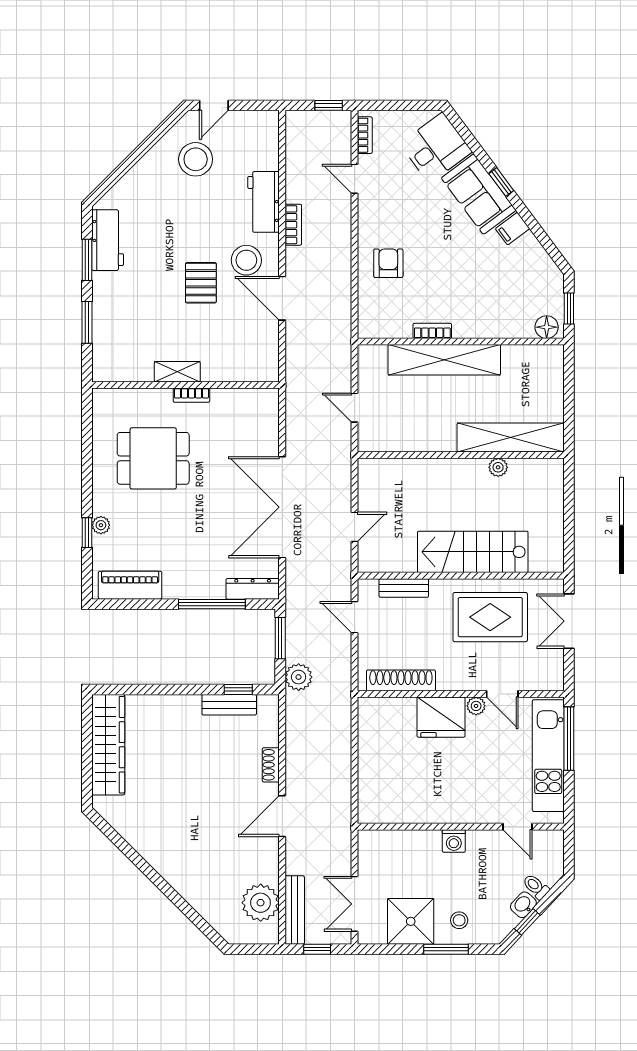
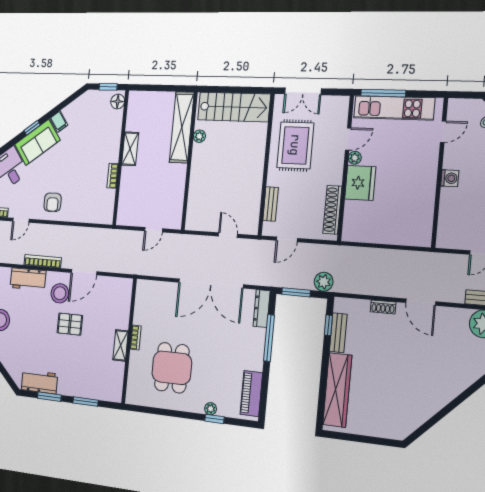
bookcase: (293, 225) -> (43, 261), width x1.56
armchair: (388, 263) -> (53, 202), moved, turned -90
shelving: (444, 360) -> (130, 149), width x0.45, depth x0.75
stairs: (473, 552) -> (234, 107), moved, turned -90
wardrobe: (108, 745) -> (337, 390), moved, turned 90

